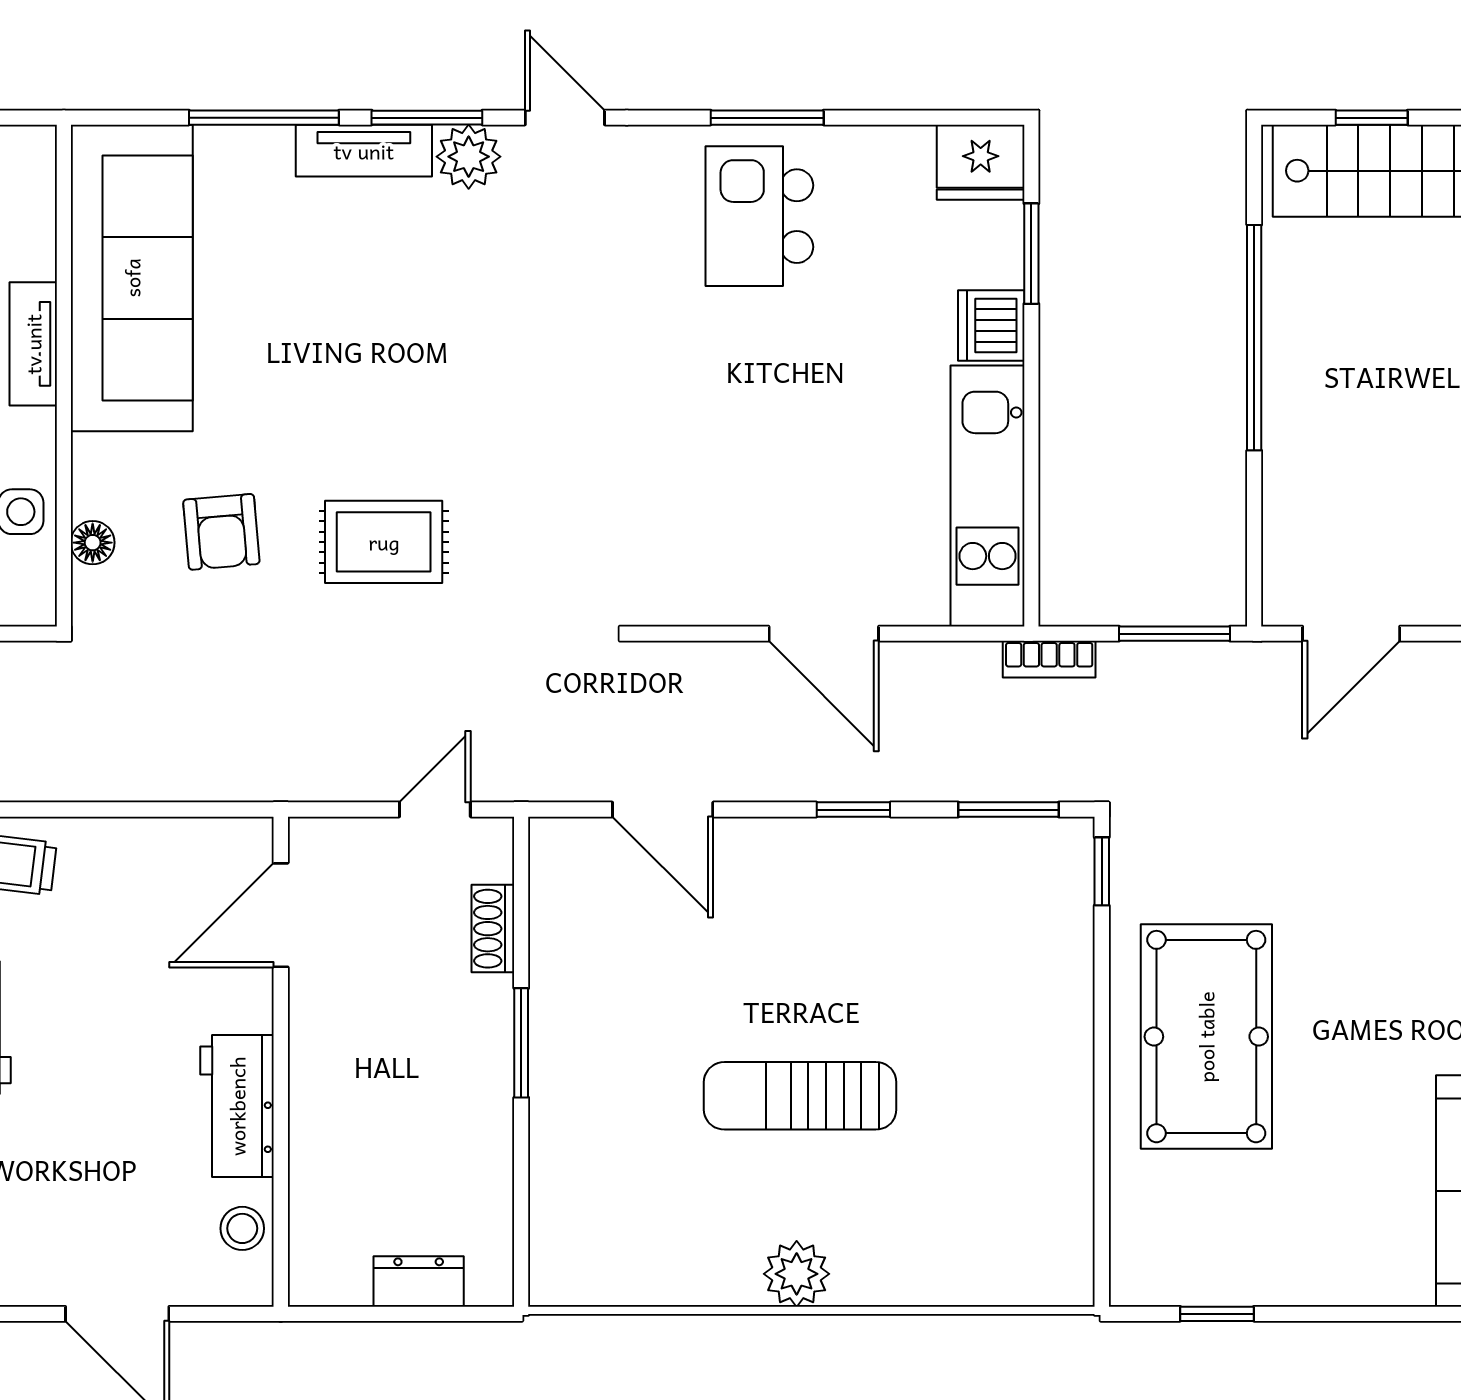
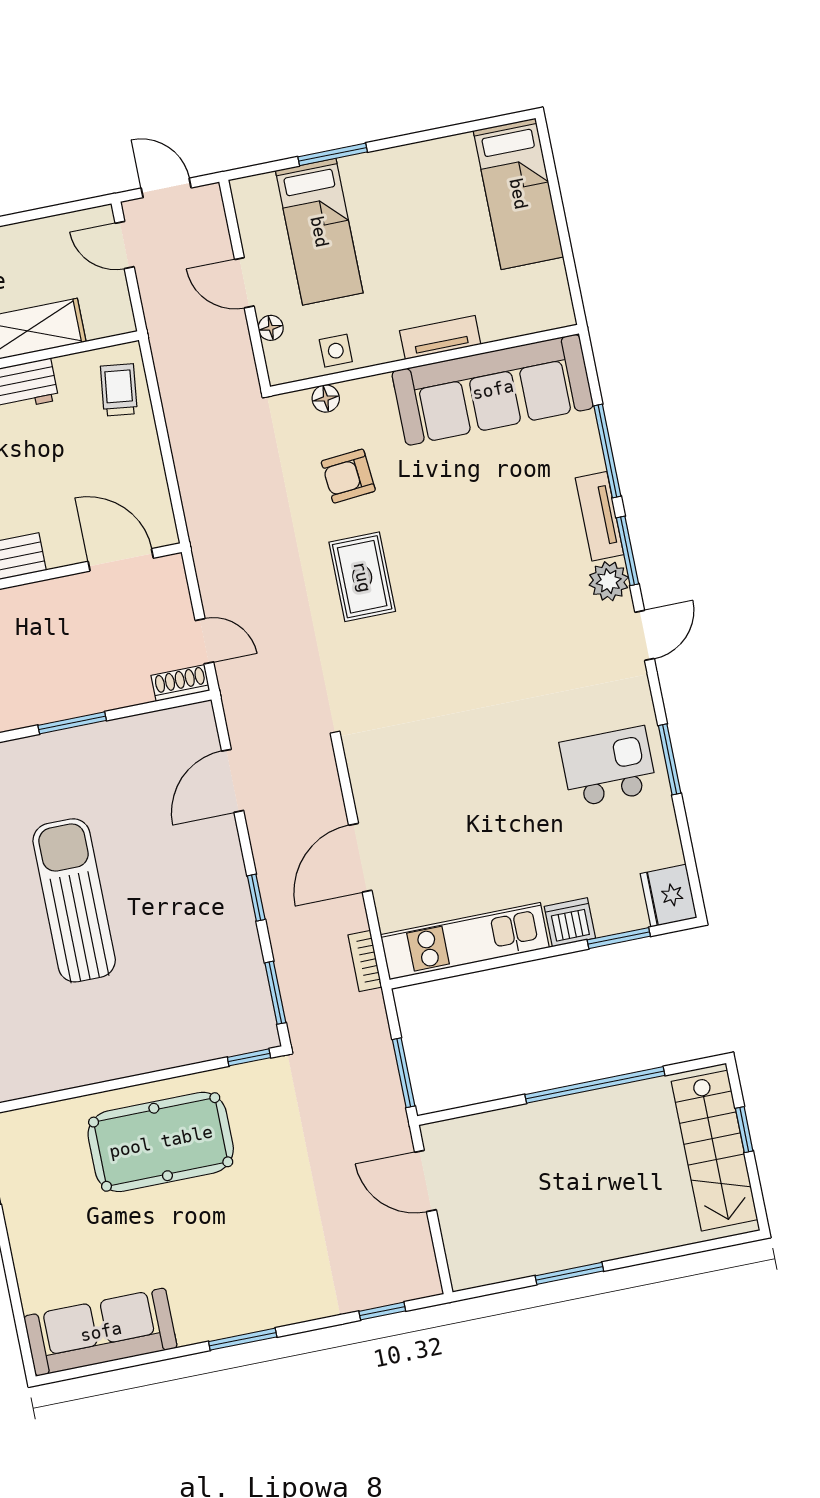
bookcase: (1049, 659) -> (365, 961), moved
shoe rack: (493, 929) -> (180, 683), moved
sun lounger: (800, 1096) -> (74, 900), width x1.36, depth x1.34

